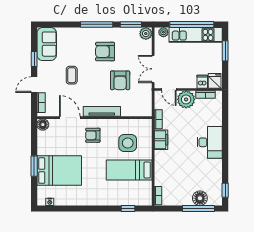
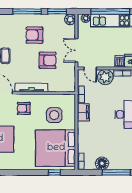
armchair: (120, 80) -> (48, 60), turned -90
bed: (129, 170) -> (56, 148), width x2.04
floor lamp: (200, 198) -> (102, 163), moved

